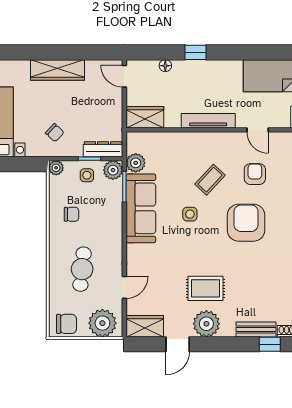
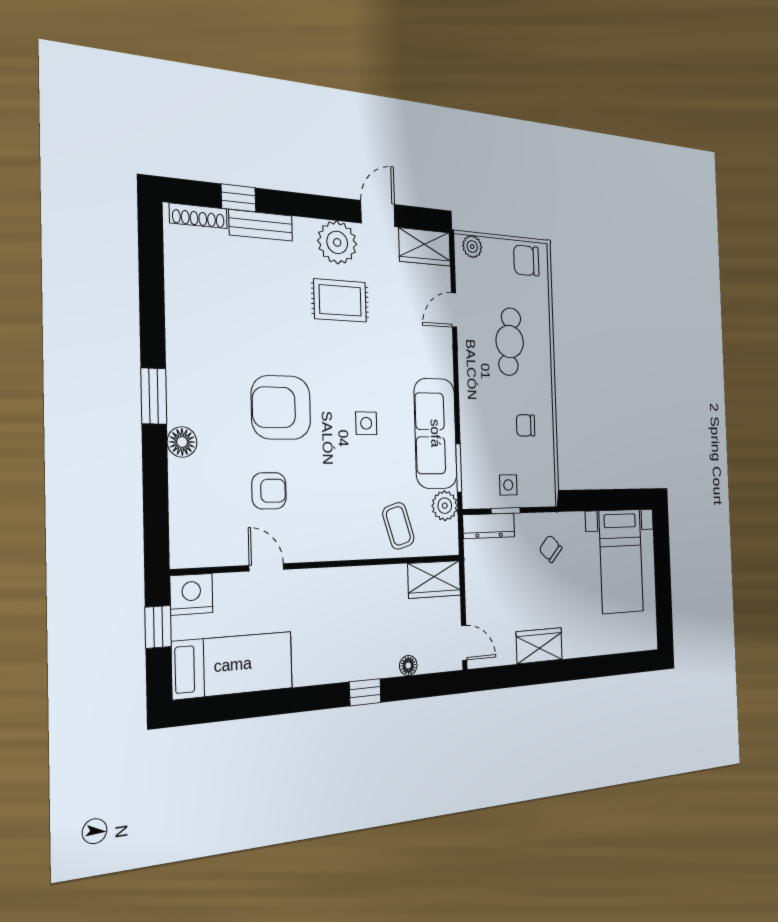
wardrobe: (58, 70) -> (539, 646), width x0.67
tv unit: (208, 121) -> (343, 579), removed
plant: (56, 168) -> (547, 496), removed
plant: (113, 170) -> (475, 494), removed
armchair: (255, 174) -> (269, 491), turned -90
coffee table: (210, 180) -> (398, 526), moved, turned -60
armchair: (246, 223) -> (281, 407), turned 90
plant: (102, 323) -> (472, 247), width x0.53, depth x0.53

